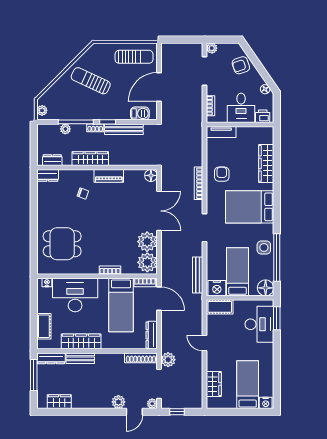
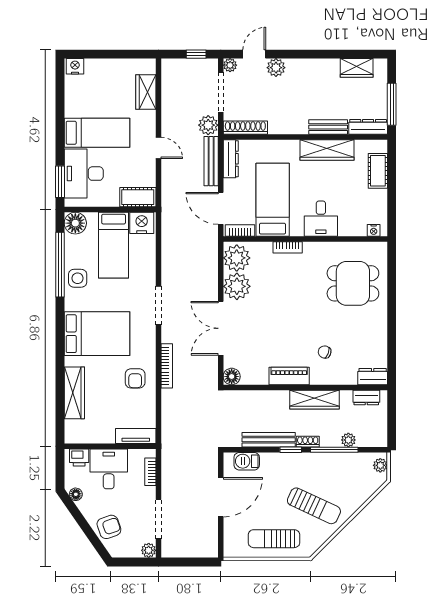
sun lounger: (134, 57) -> (274, 539), moved
bench: (198, 275) -> (211, 161), moved
desk: (75, 295) -> (321, 219), width x0.53, depth x0.77
bed: (248, 385) -> (97, 133), moved, turned -90

